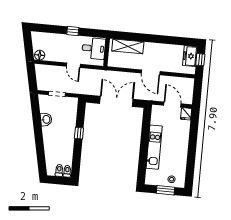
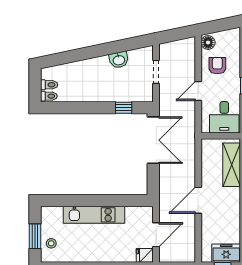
armchair: (57, 50) -> (217, 66), added
double door: (116, 101) -> (153, 140), moved
window: (79, 133) -> (124, 108), moved

